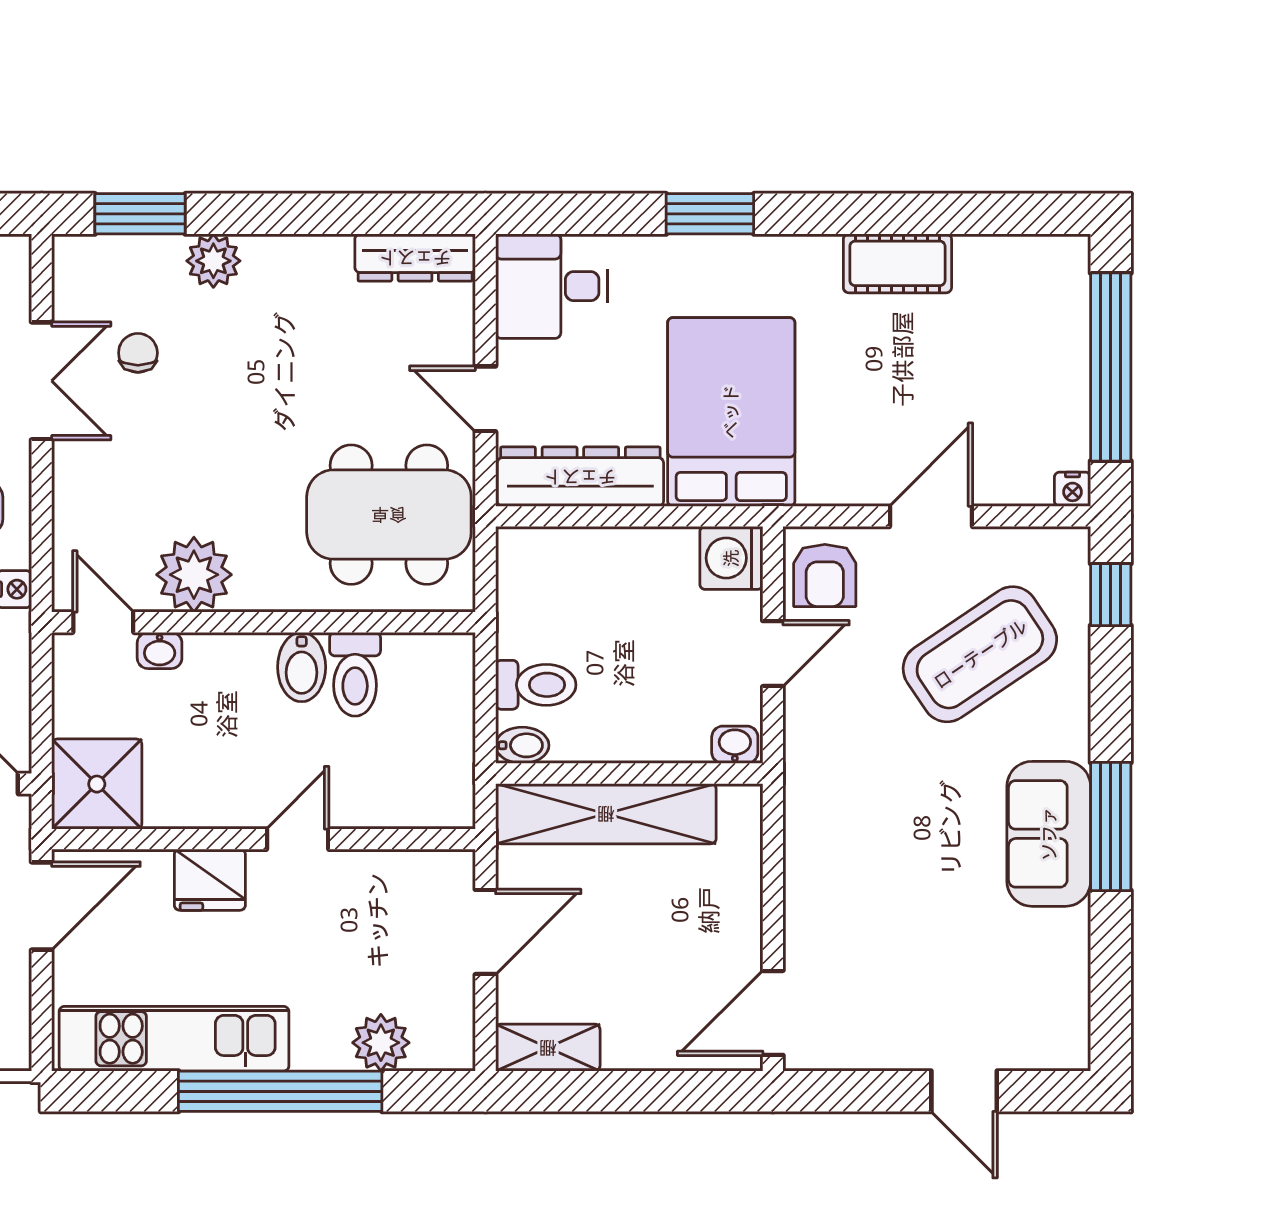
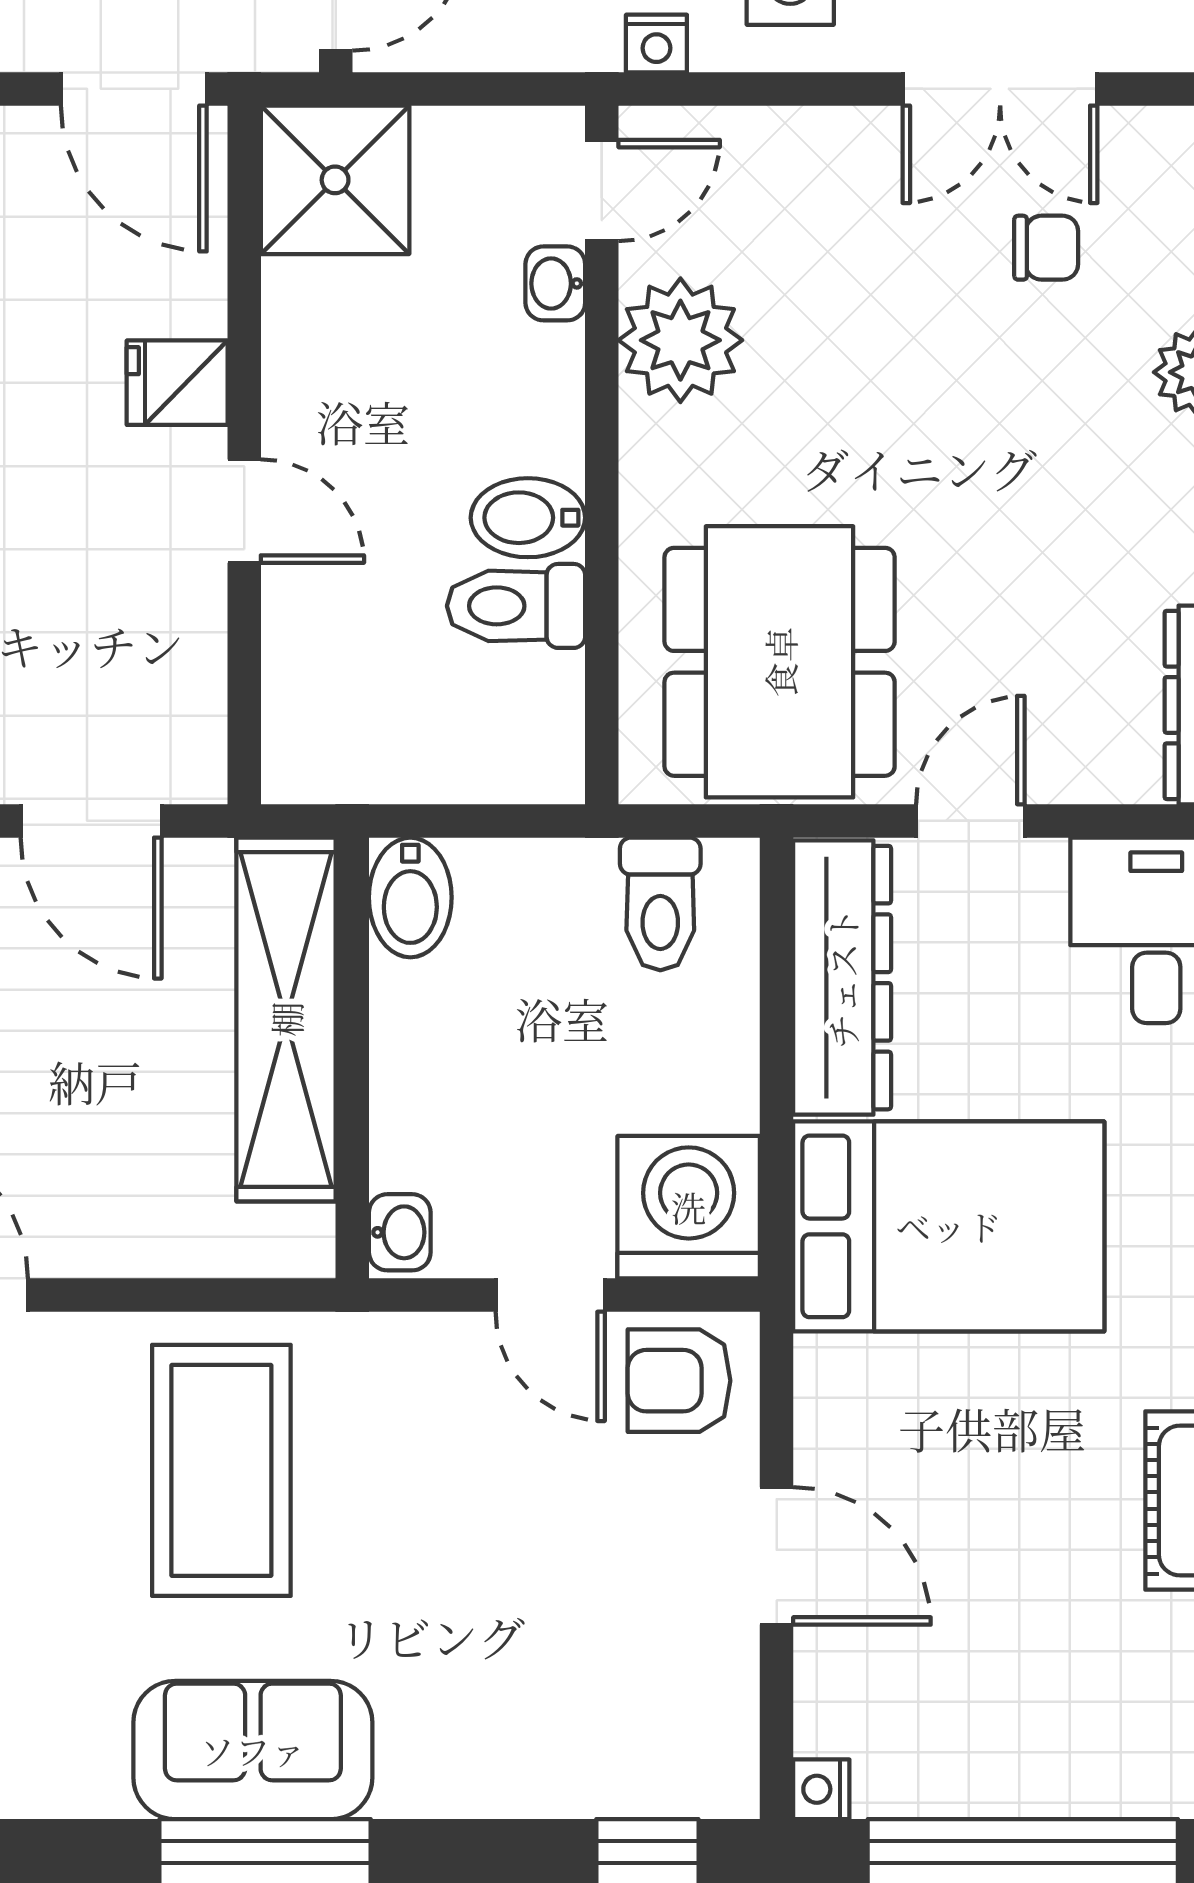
washing machine: (731, 558) -> (689, 1207), width x1.37, depth x1.37
coffee table: (980, 654) -> (221, 1470), moved, turned 34
toilet: (536, 685) -> (660, 904), moved
bidet: (522, 745) -> (410, 897), width x1.38, depth x1.36
fridge: (210, 880) -> (177, 383), width x0.72

